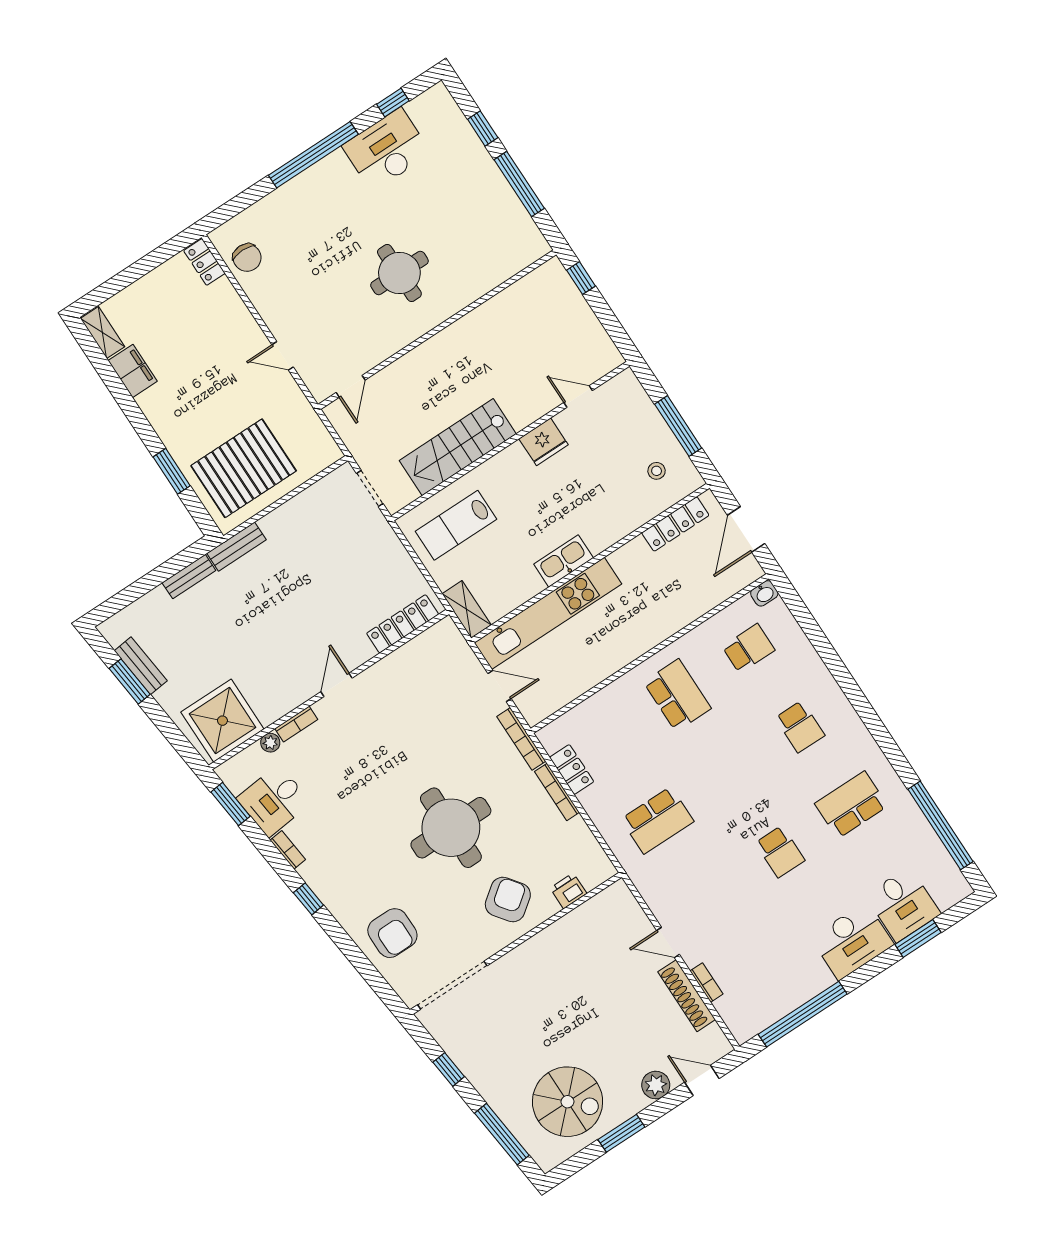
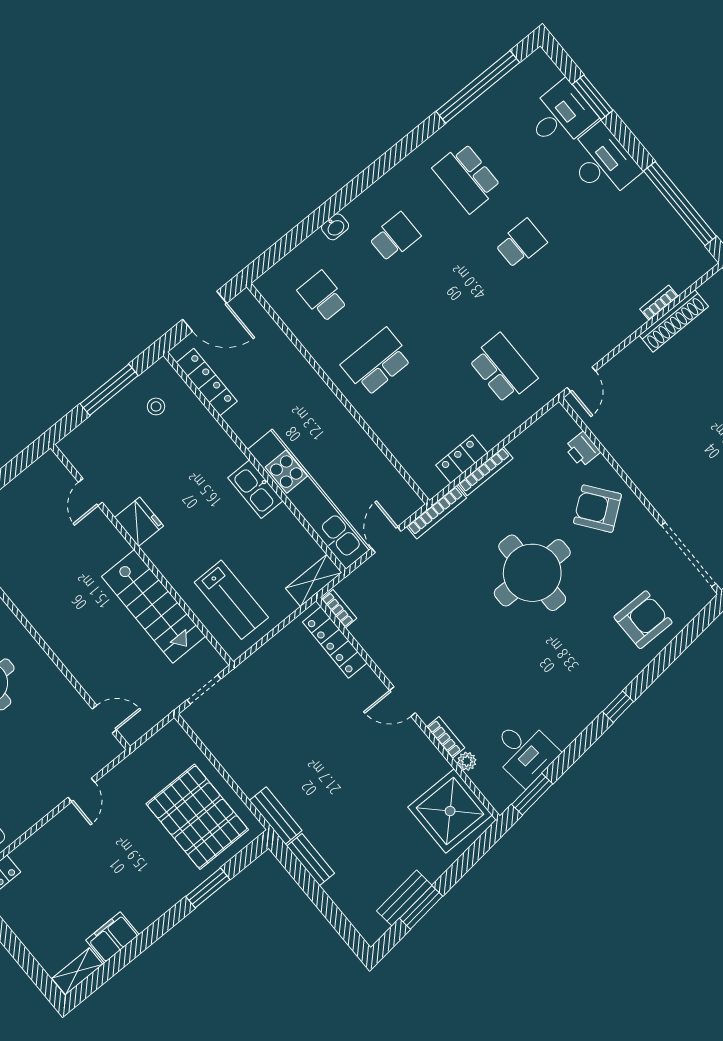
washbasin: (764, 593) -> (335, 227), moved, turned 90
bookcase: (288, 850) -> (339, 609), moved, turned 96
door: (668, 942) -> (581, 379), moved

